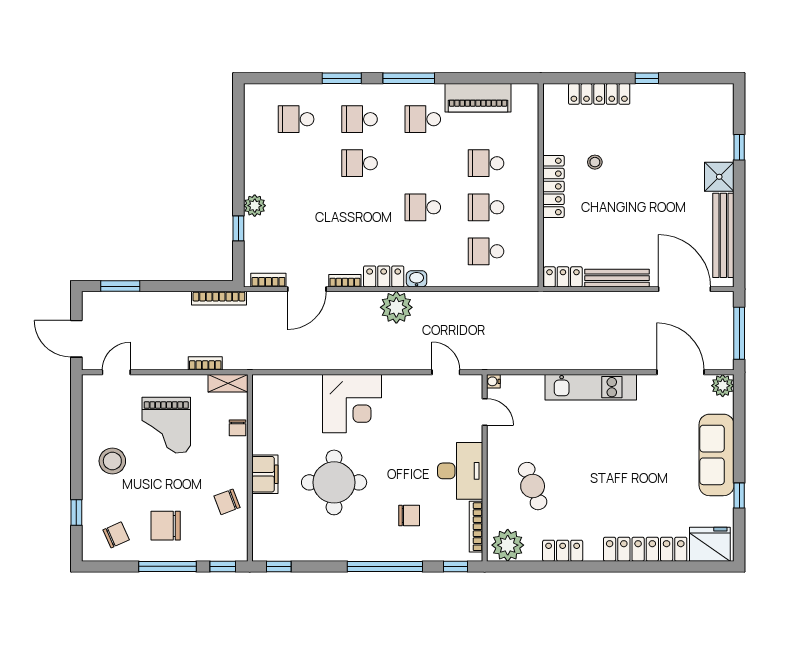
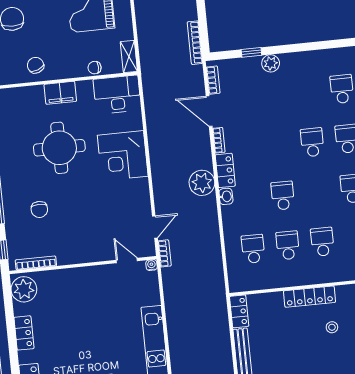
bookcase: (205, 363) -> (165, 253), moved
door: (485, 412) -> (127, 261), swing flipped
desk: (460, 471) -> (117, 95), moved, turned 180
cafe table: (533, 486) -> (72, 304), removed

